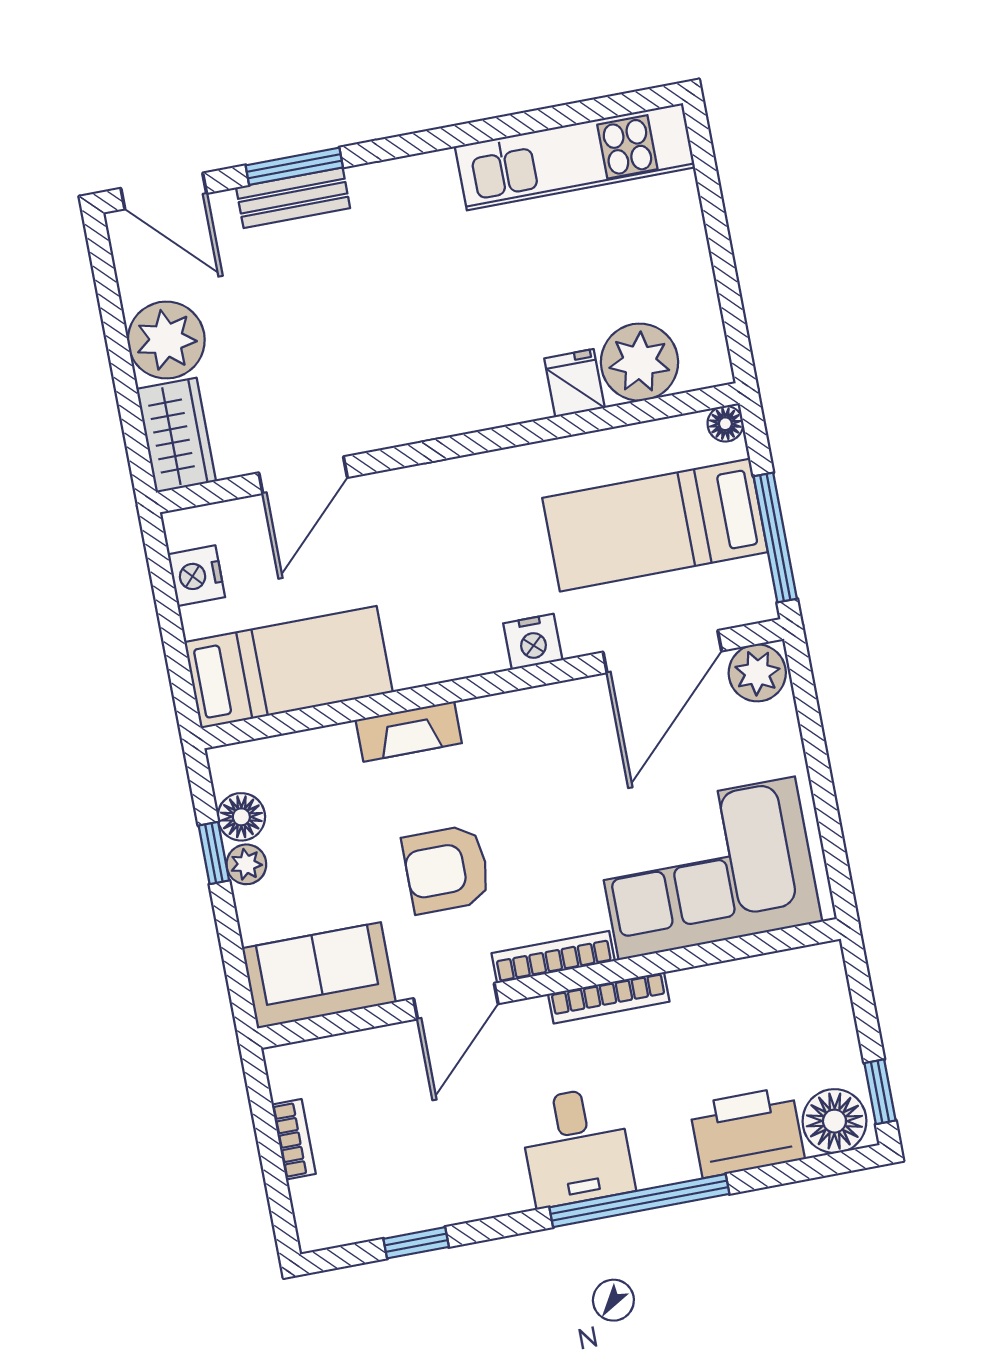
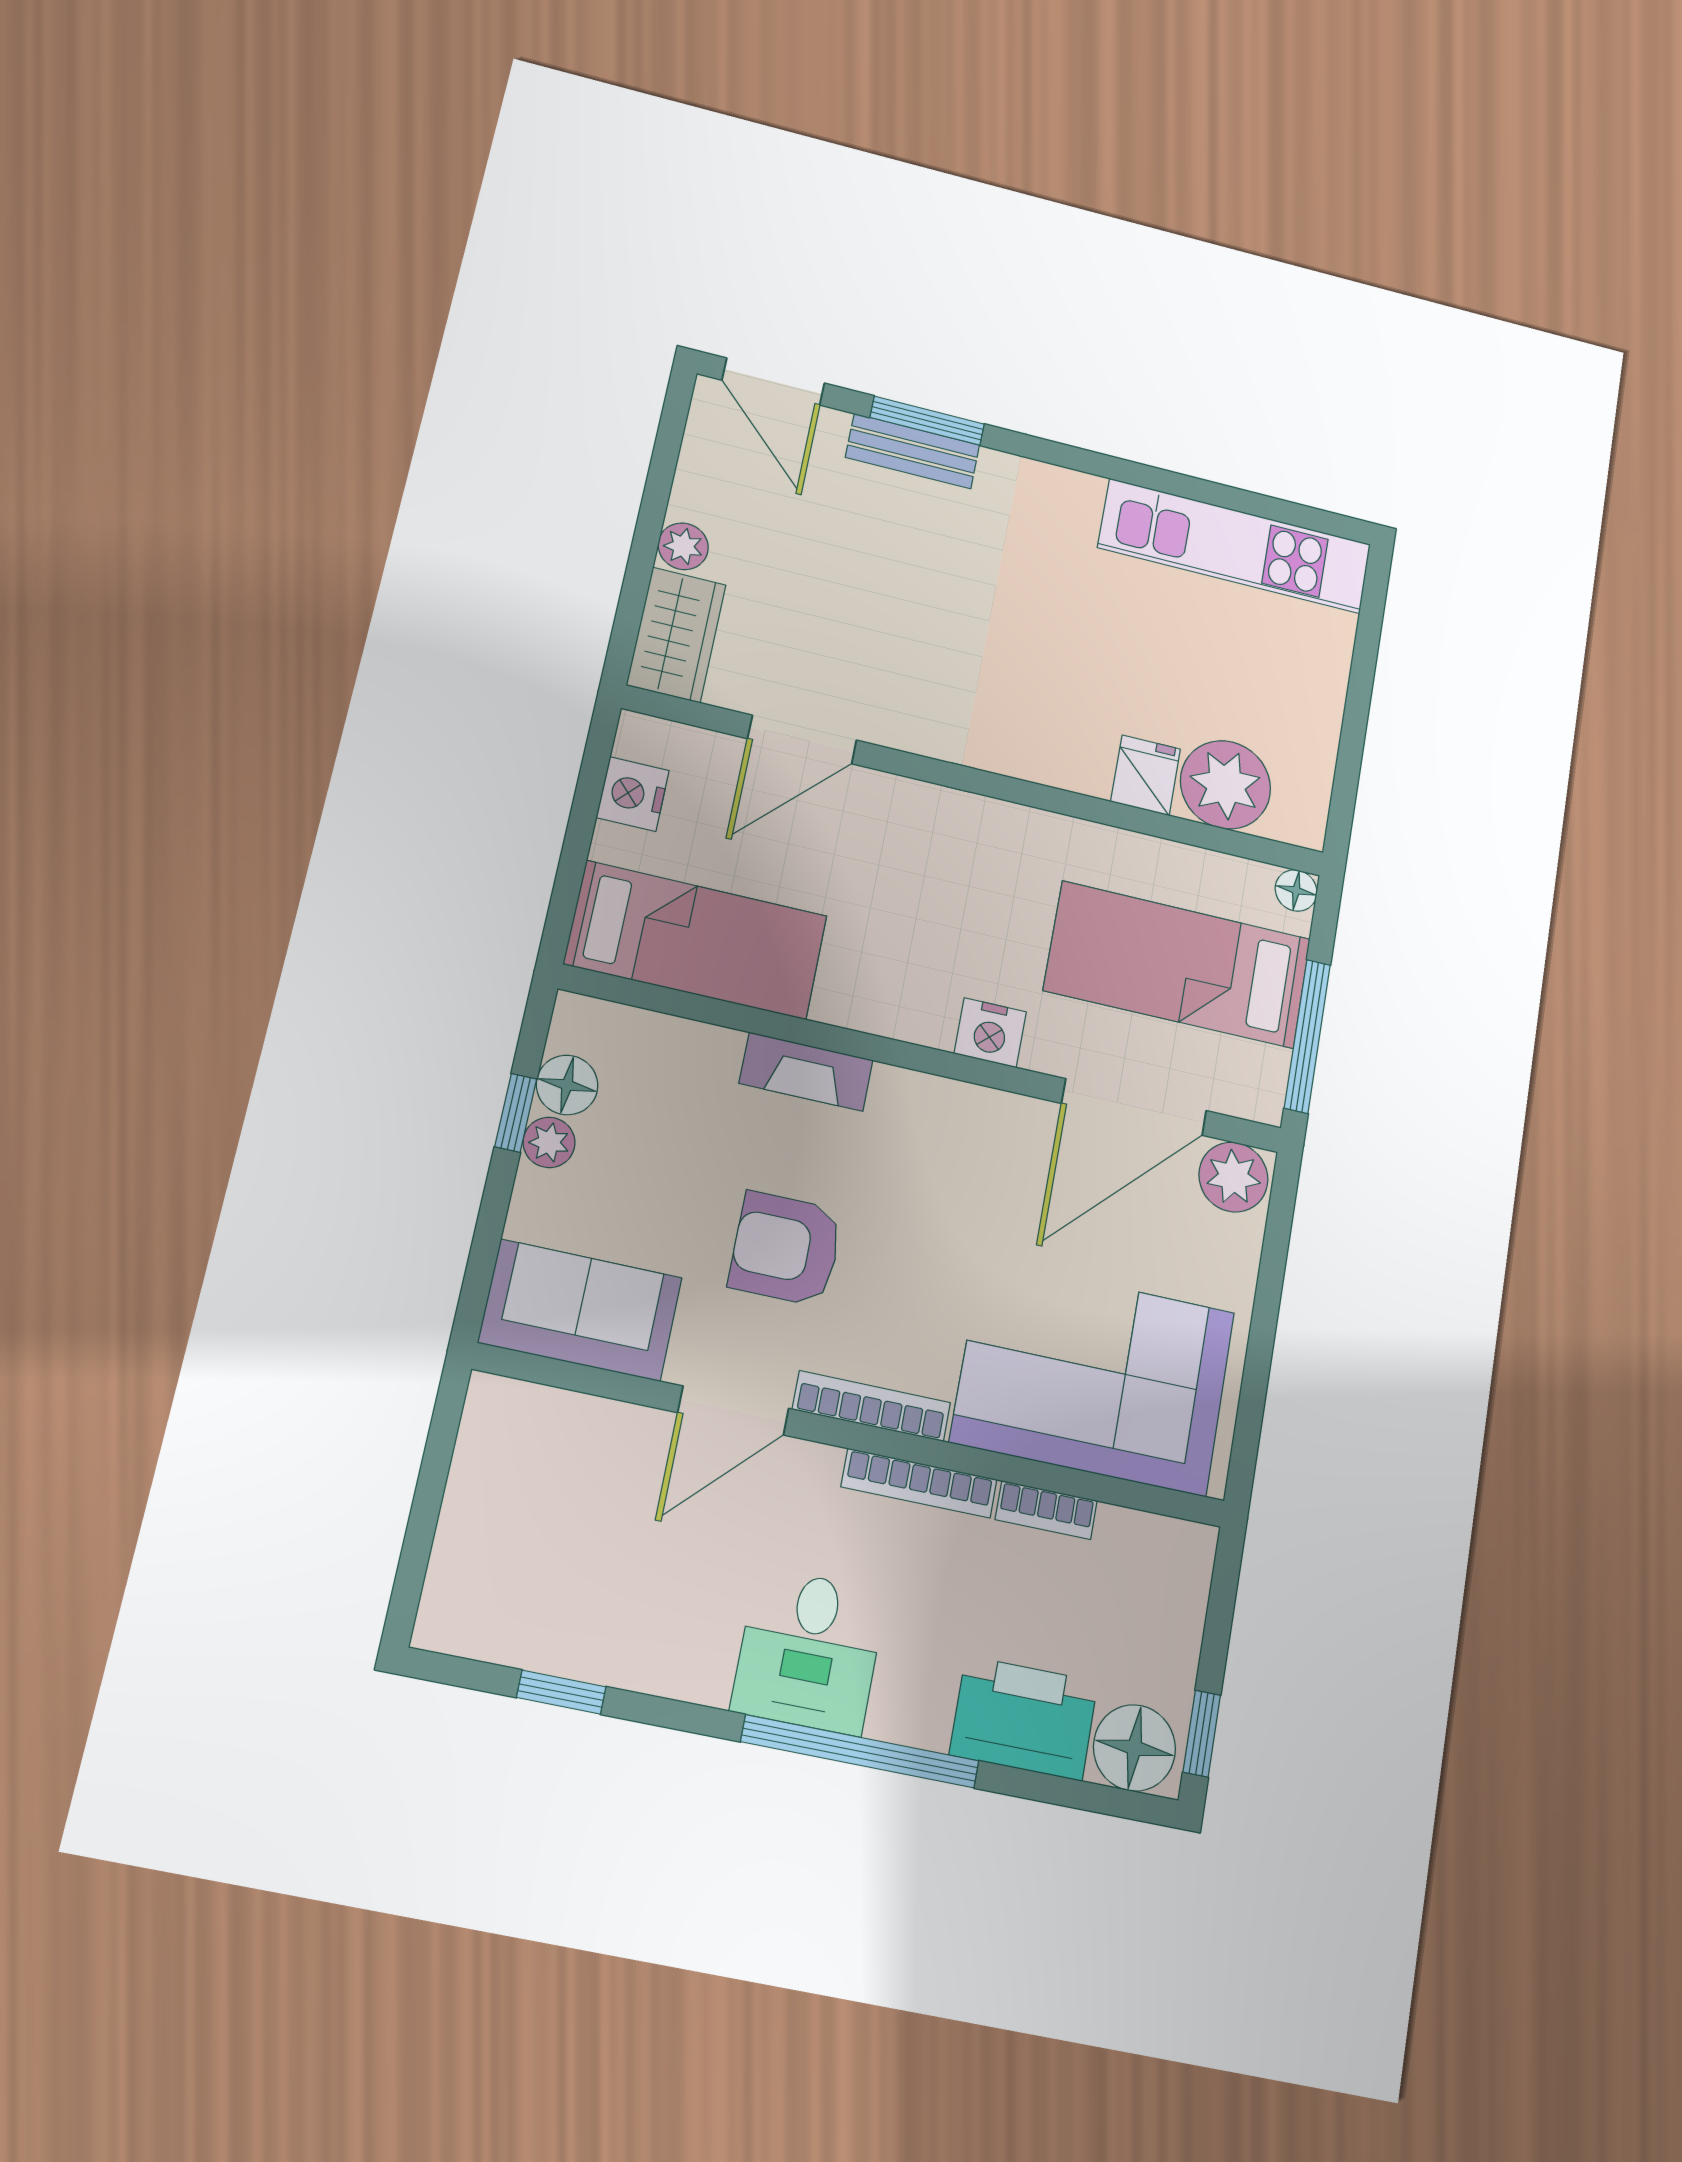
plant: (166, 340) -> (683, 546), width x0.53, depth x0.53
bookcase: (294, 1139) -> (1046, 1510), moved, turned 90

